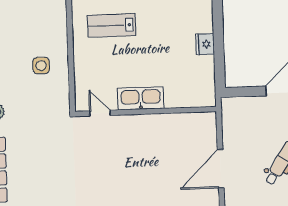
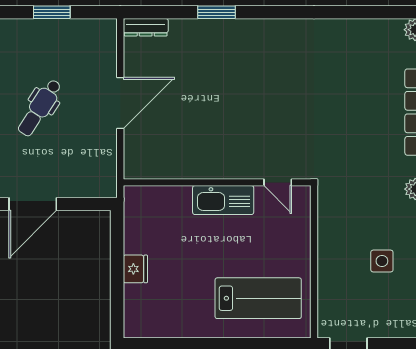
lab bench: (112, 25) -> (258, 298), width x1.36, depth x1.39
side table: (41, 66) -> (382, 261), moved

